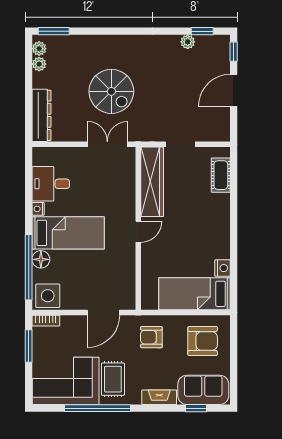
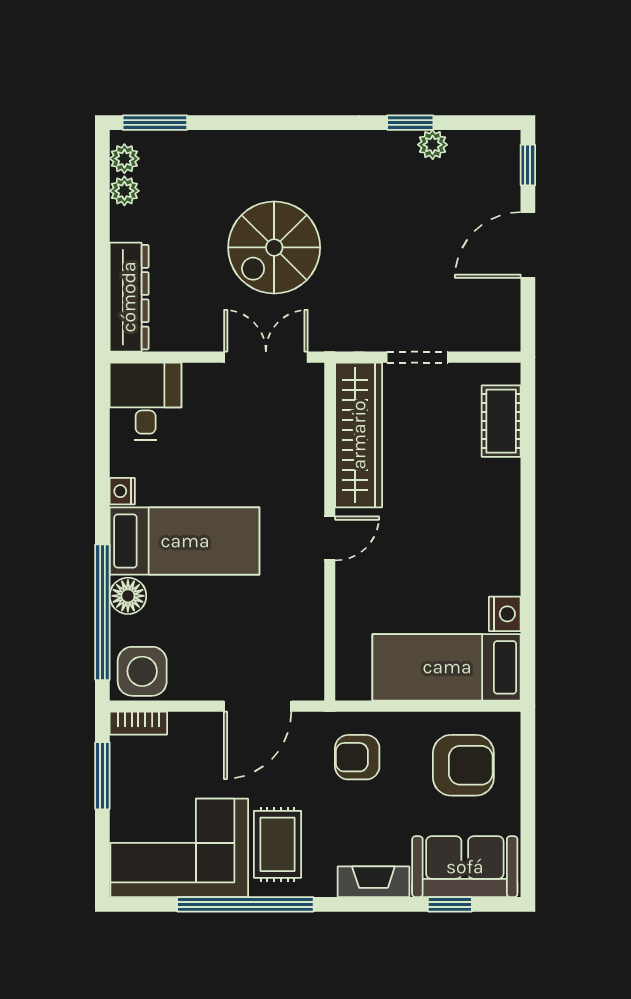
window: (202, 31) -> (410, 123), moved
spiral stairs: (111, 91) -> (274, 247), turned 90
desk: (51, 184) -> (146, 401), moved, turned 90

